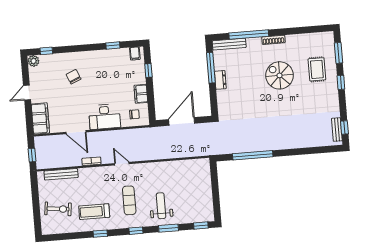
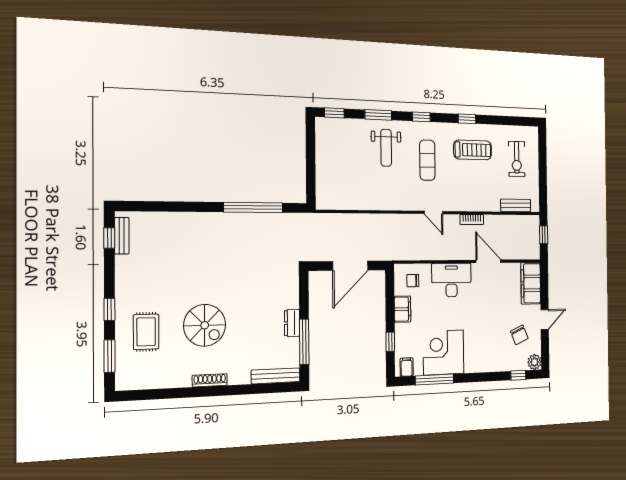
window: (249, 35) -> (246, 389), removed
window: (113, 46) -> (435, 380), width x2.17
corner desk: (107, 65) -> (444, 352), added
chair: (73, 77) -> (519, 335), moved
bench: (61, 174) -> (516, 205), width x0.73
exercise bike: (58, 209) -> (517, 159), turned -97

